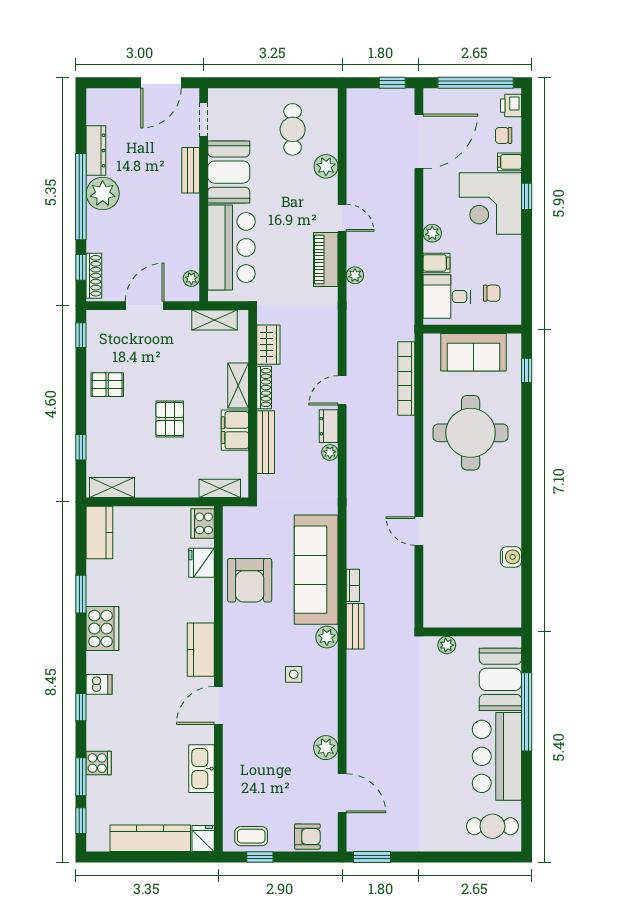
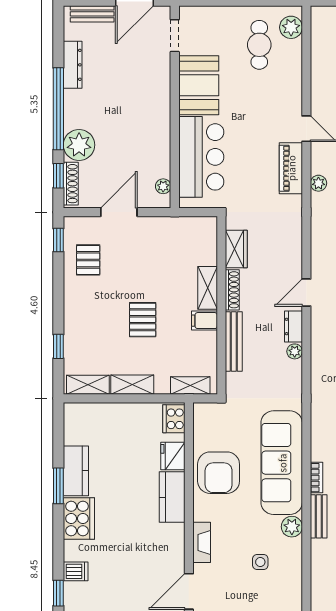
plant: (326, 166) -> (291, 27), moved
bench: (191, 170) -> (92, 14), moved, turned 90
plant: (103, 194) -> (79, 145), moved
shelving: (215, 320) -> (132, 385), moved
pallet: (107, 385) -> (88, 260), moved, turned 90
filing cabinet: (235, 430) -> (204, 321), width x0.50
kitchen counter: (99, 532) -> (76, 471), moved
kitchen counter: (201, 650) -> (172, 497), moved
fireplace: (232, 654) -> (202, 542), added

